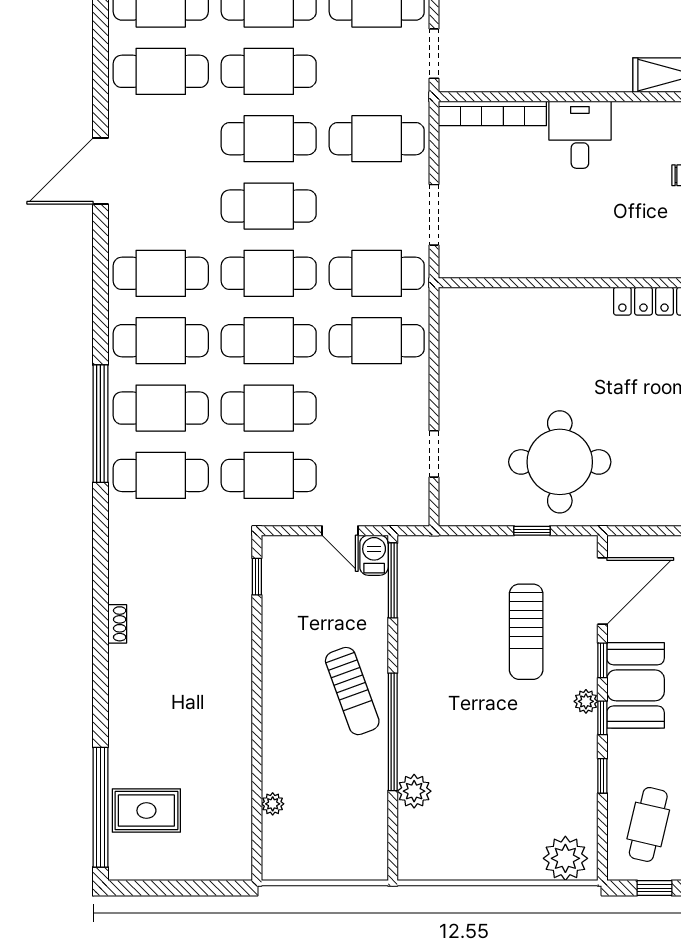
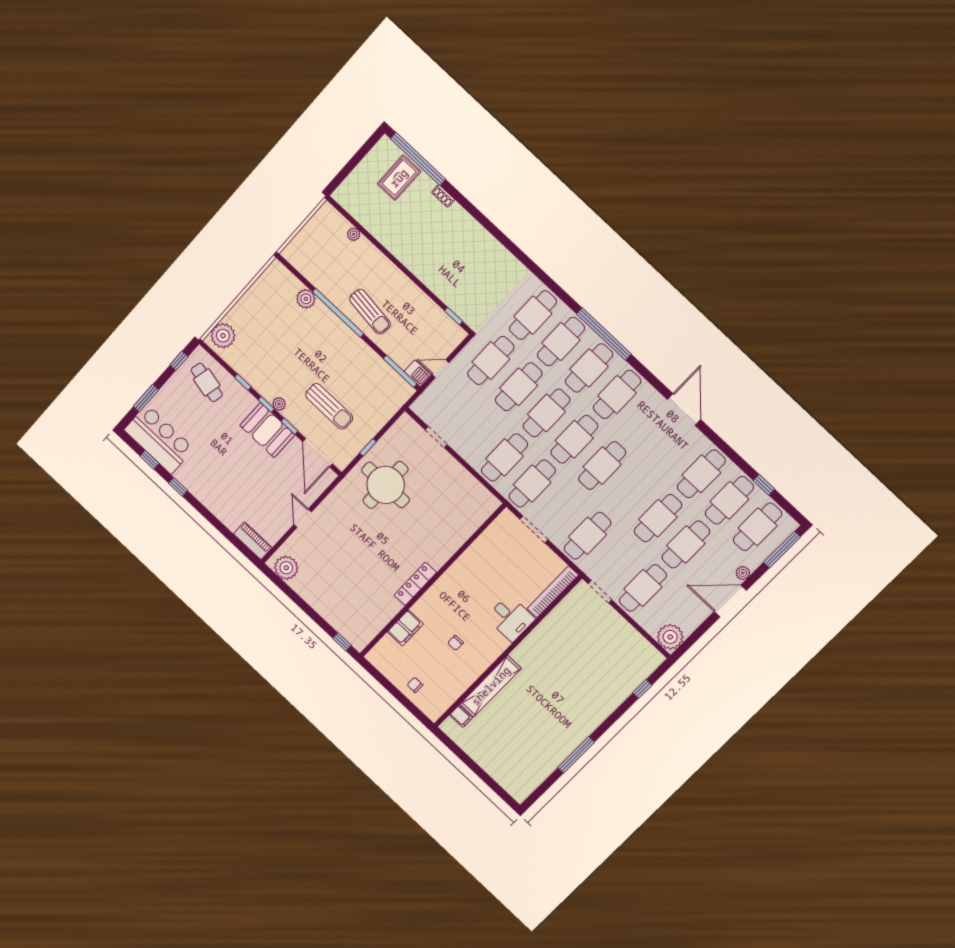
cafe table: (269, 139) -> (630, 492), removed
window: (100, 424) -> (604, 334), moved
shoe rack: (117, 624) -> (443, 196), moved
sun lounger: (526, 632) -> (329, 406), turned 180
sun lounger: (352, 691) -> (370, 312), turned -153

